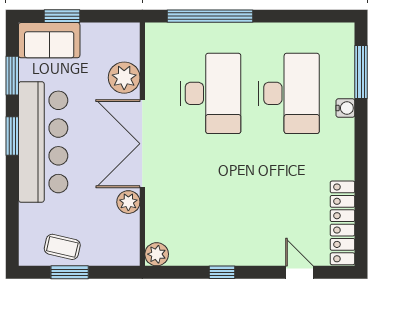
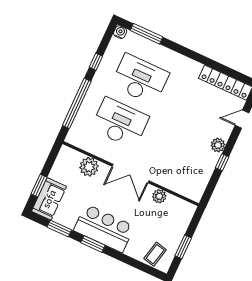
window: (285, 16) -> (96, 62), added
water cooler: (345, 108) -> (120, 32), moved
bar counter: (43, 142) -> (104, 228), width x0.73
double door: (142, 144) -> (130, 174), width x0.73
coffee table: (62, 247) -> (155, 254), moved
plant: (157, 254) -> (218, 145), moved

